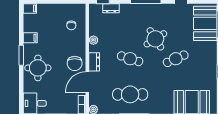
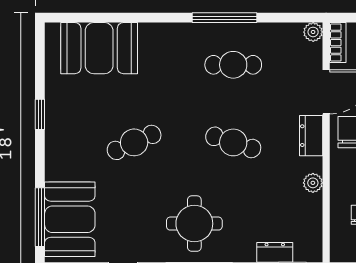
round table: (155, 39) -> (194, 224), moved, turned 32
cafe table: (130, 94) -> (233, 65), width x0.73, depth x0.74

